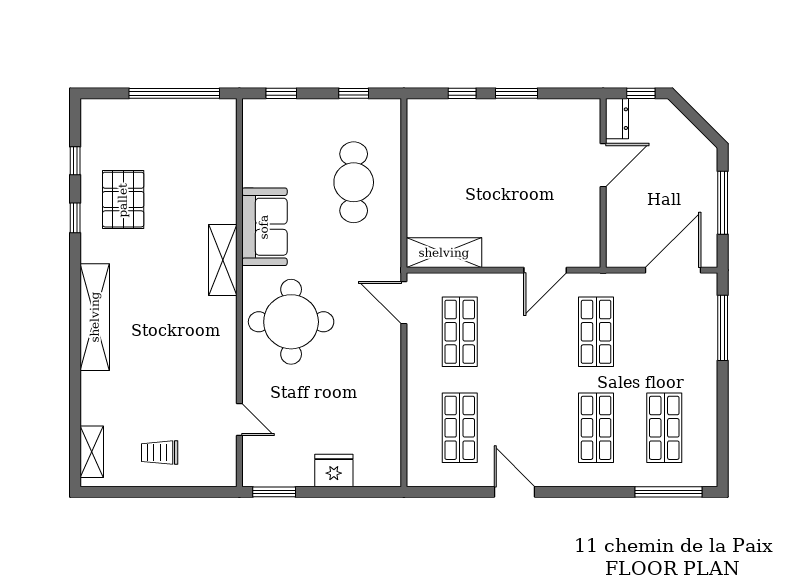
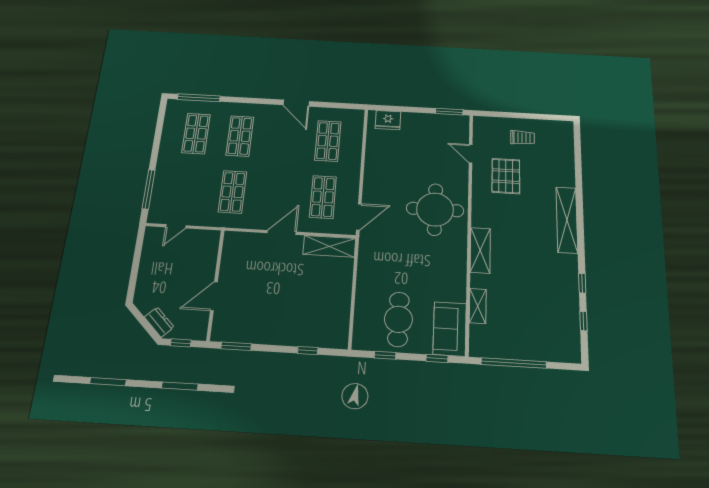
window: (517, 93) -> (236, 346), moved
dresser: (617, 119) -> (159, 322), moved, turned 135
cafe table: (354, 182) -> (398, 319), moved
pallet: (123, 200) -> (506, 176), moved
window: (723, 203) -> (135, 267), removed
sofa: (264, 227) -> (450, 329), moved
door: (545, 270) -> (282, 232), moved
door: (673, 270) -> (176, 226), width x0.53
door: (404, 303) -> (359, 217), hinge flipped
shelving: (92, 452) -> (478, 306), moved
fridge: (334, 471) -> (388, 120), moved

